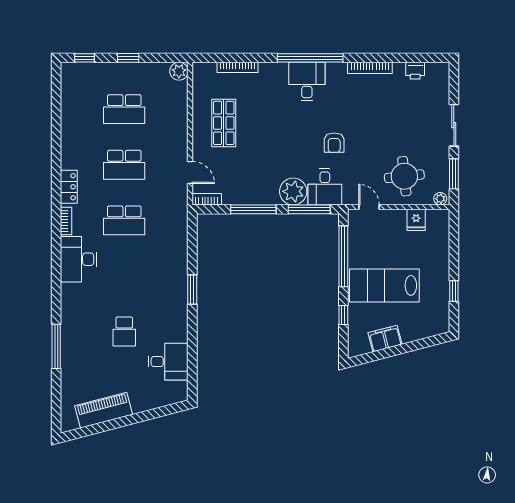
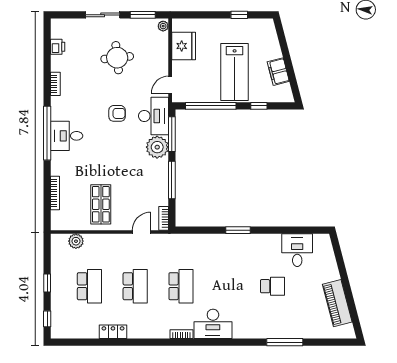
bookcase: (370, 68) -> (55, 84), width x0.64
plant: (179, 71) -> (76, 241), moved
shop shelf: (224, 123) -> (101, 204), turned 90
round table: (404, 176) -> (117, 58), moved
locker: (69, 187) -> (113, 332), moved
desk: (325, 187) -> (154, 116), width x1.37
fridge: (416, 220) -> (184, 46), width x1.88, depth x1.34

